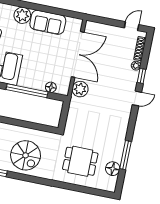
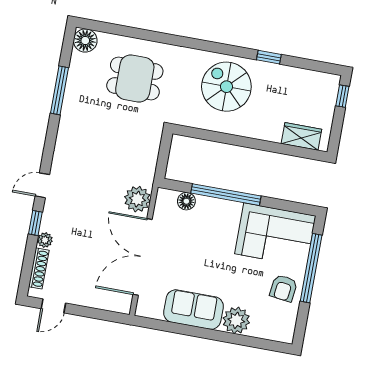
floor lamp: (113, 169) -> (85, 41), moved

